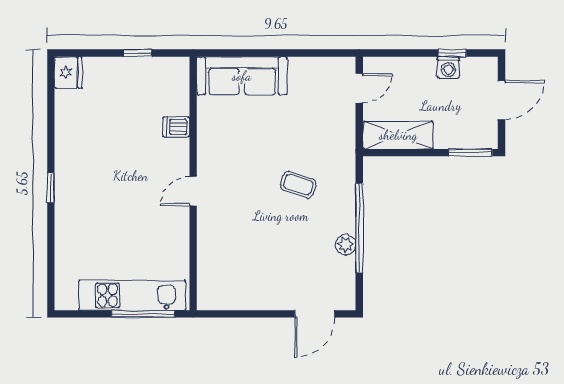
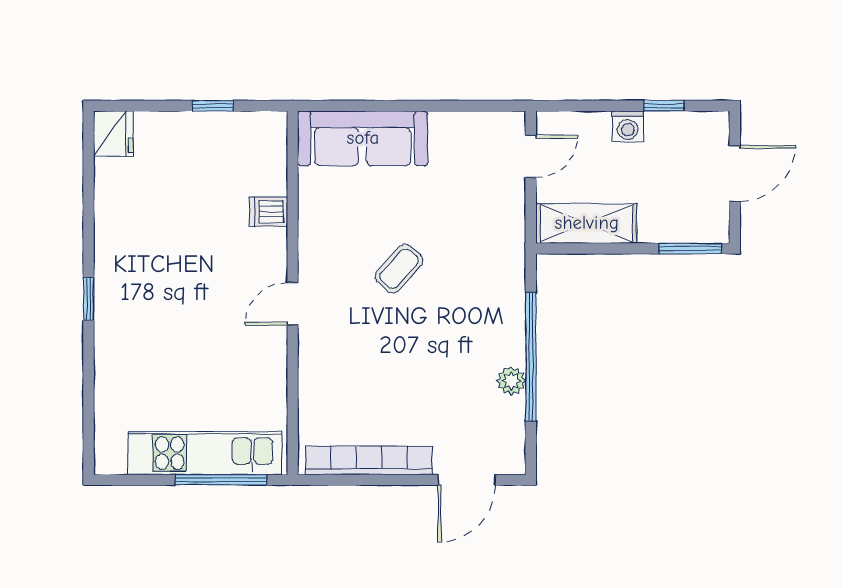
washing machine: (448, 67) -> (628, 126), moved
coffee table: (298, 185) -> (399, 269), moved, turned -66
bookcase: (246, 300) -> (369, 460), added

